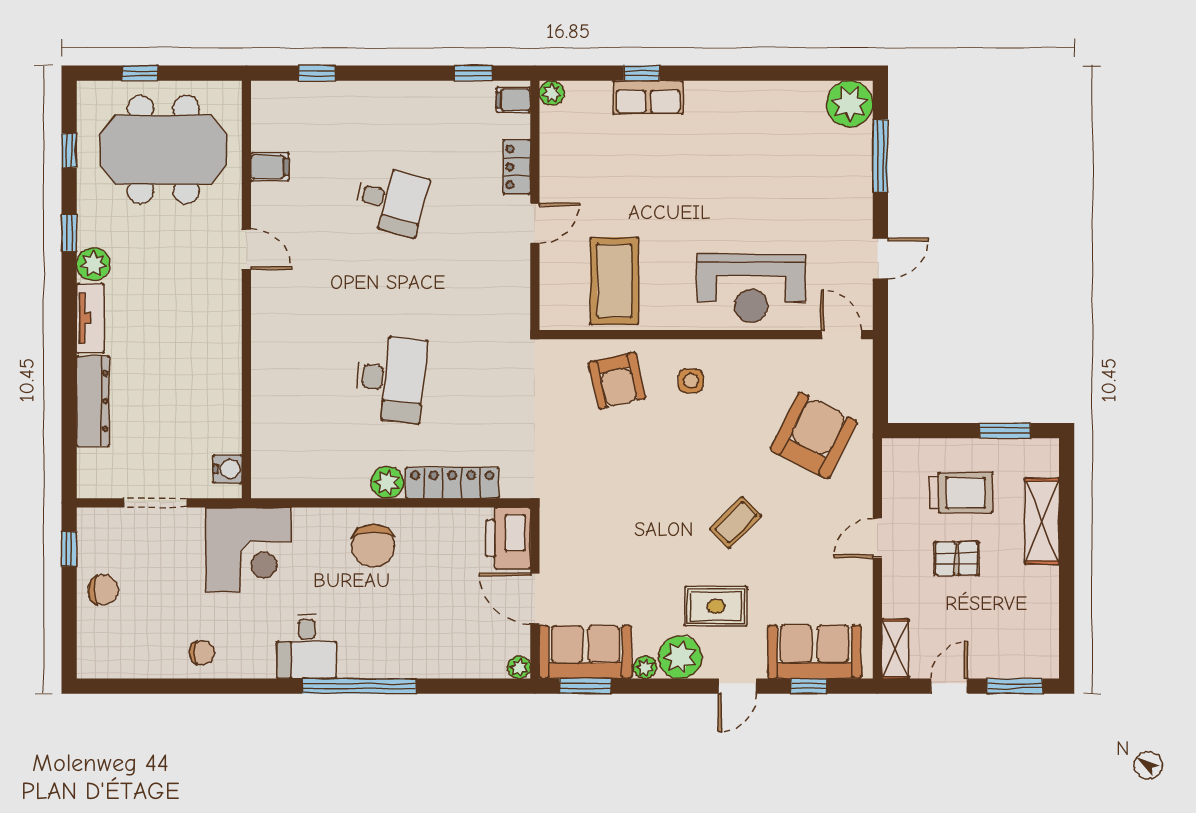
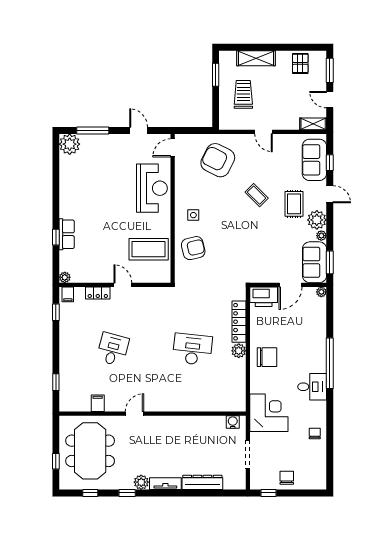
pallet: (956, 558) -> (300, 63), moved

